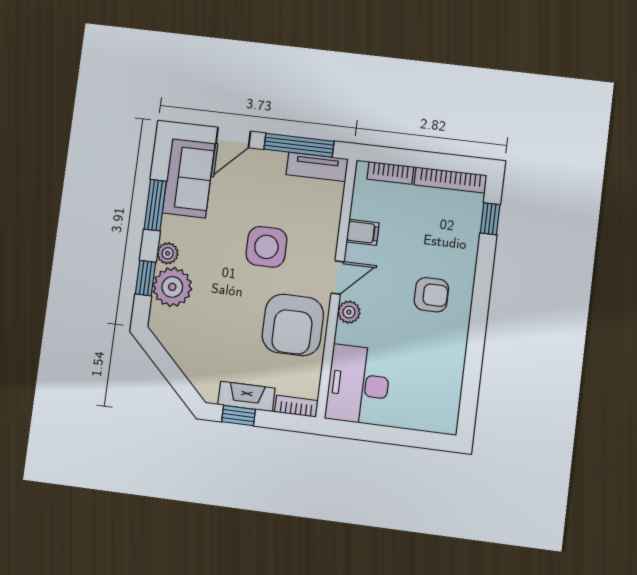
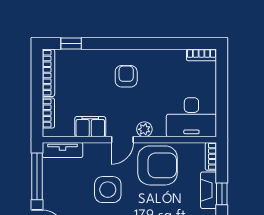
tv unit: (317, 167) -> (62, 150), moved, turned 90
filing cabinet: (363, 232) -> (90, 127), width x2.00
door: (338, 277) -> (122, 140), swing flipped
bookcase: (450, 412) -> (202, 55), added

